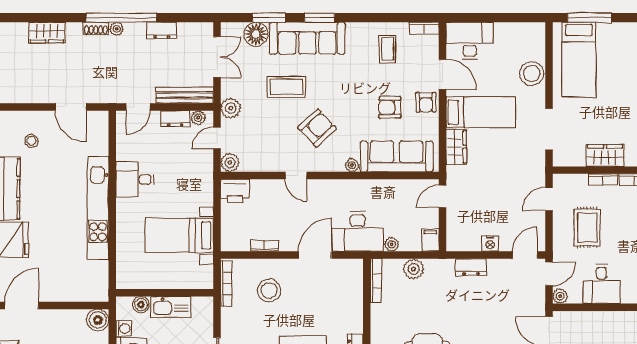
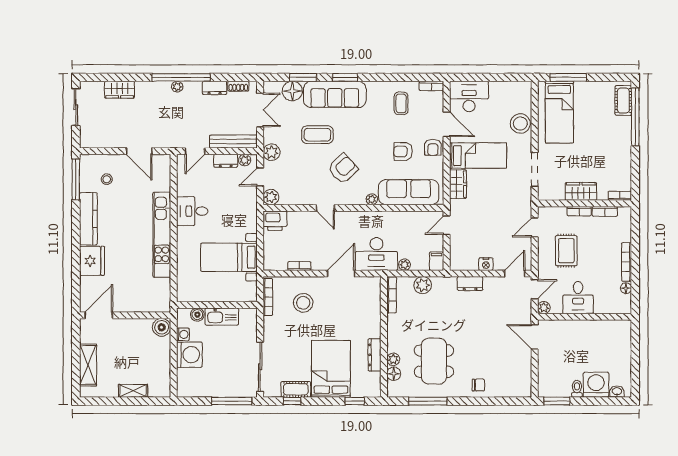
shoe rack: (96, 28) -> (238, 86), moved

